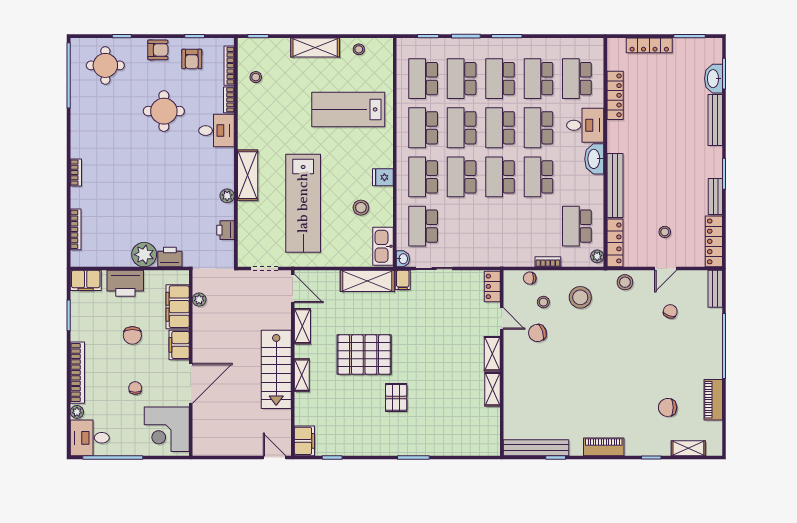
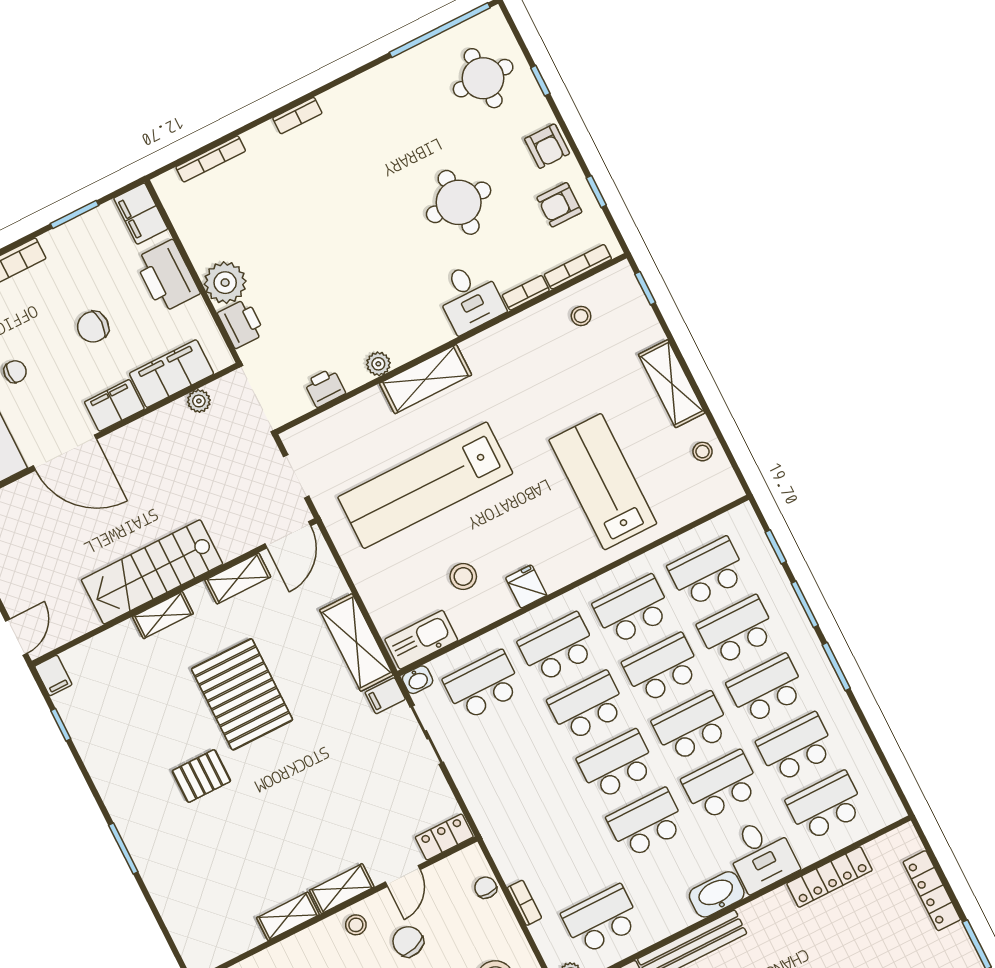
stool: (543, 302) -> (356, 925), moved
filing cabinet: (304, 441) -> (53, 675), width x0.50

